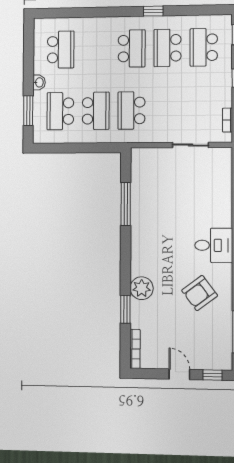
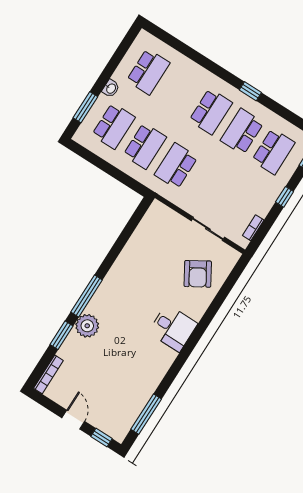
school desk: (204, 47) -> (273, 151), turned 180
school desk: (60, 111) -> (114, 126), turned 180
window: (126, 204) -> (87, 296), moved
armchair: (200, 293) -> (198, 274), moved, turned -84

